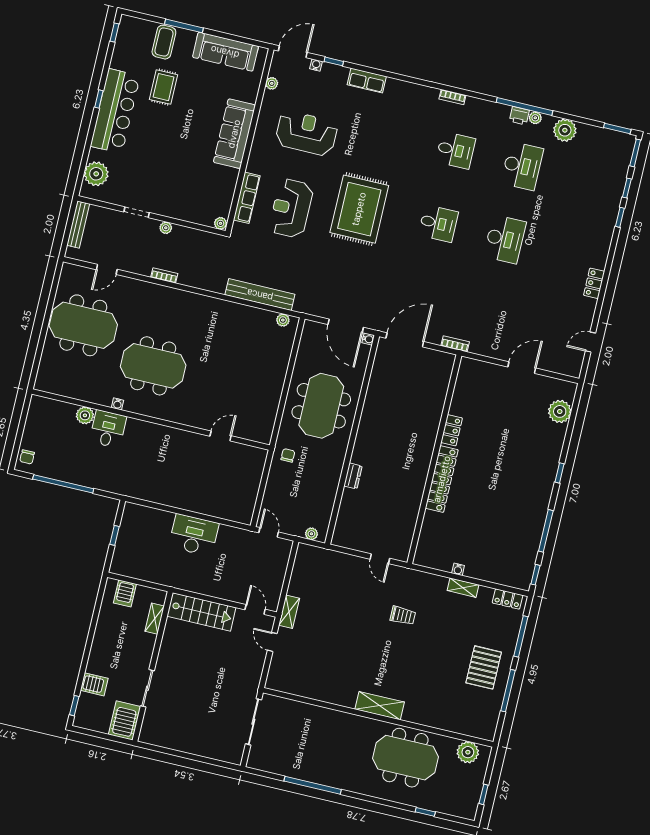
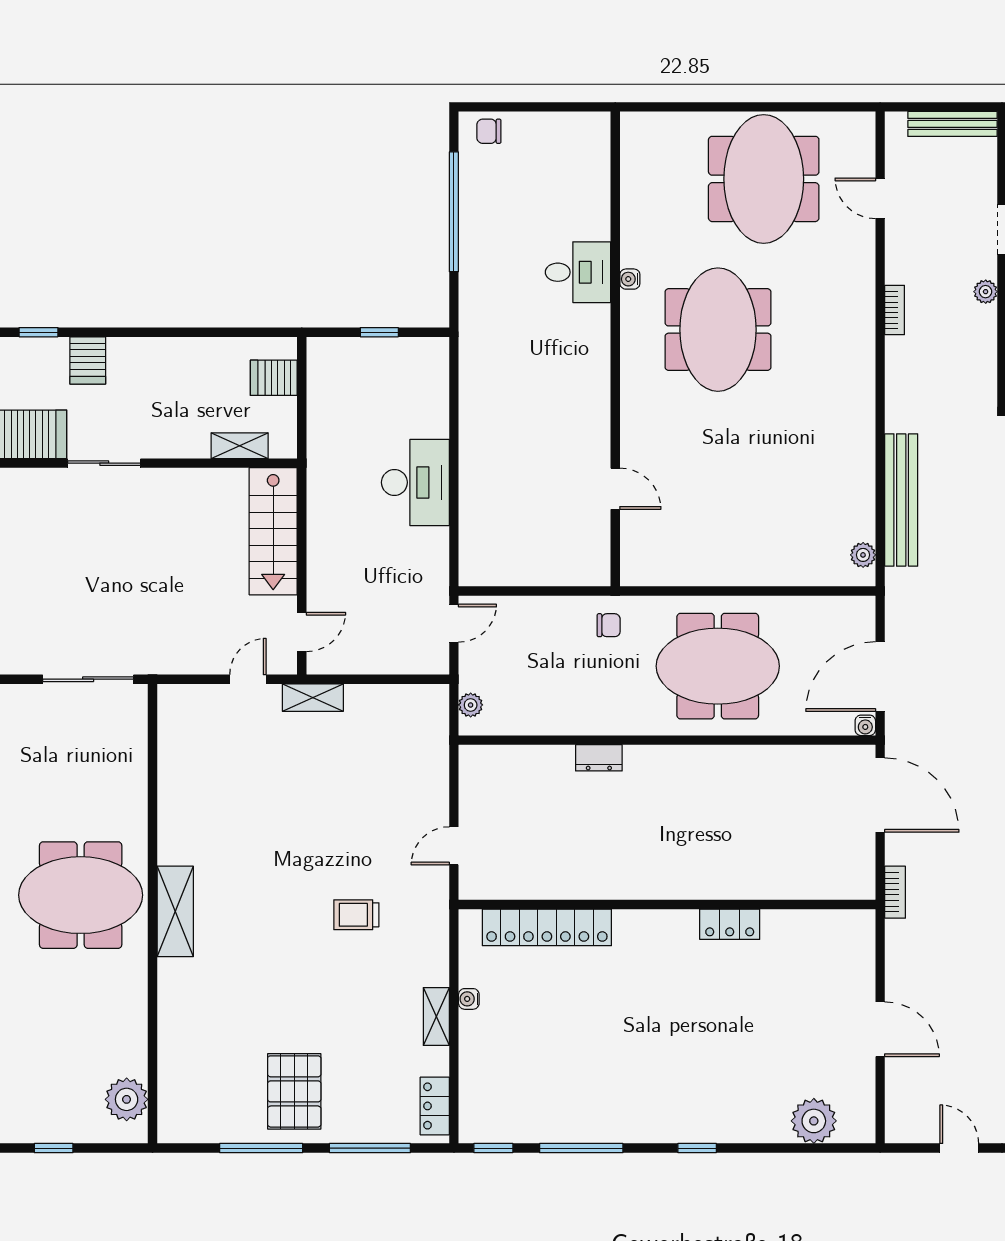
plant: (85, 415) -> (594, 222), removed
locker: (442, 479) -> (547, 927), moved
trolley: (403, 616) -> (356, 915), turned 90
pallet: (484, 667) -> (294, 1091), turned 90
meeting table: (405, 758) -> (81, 895), moved, turned 90

